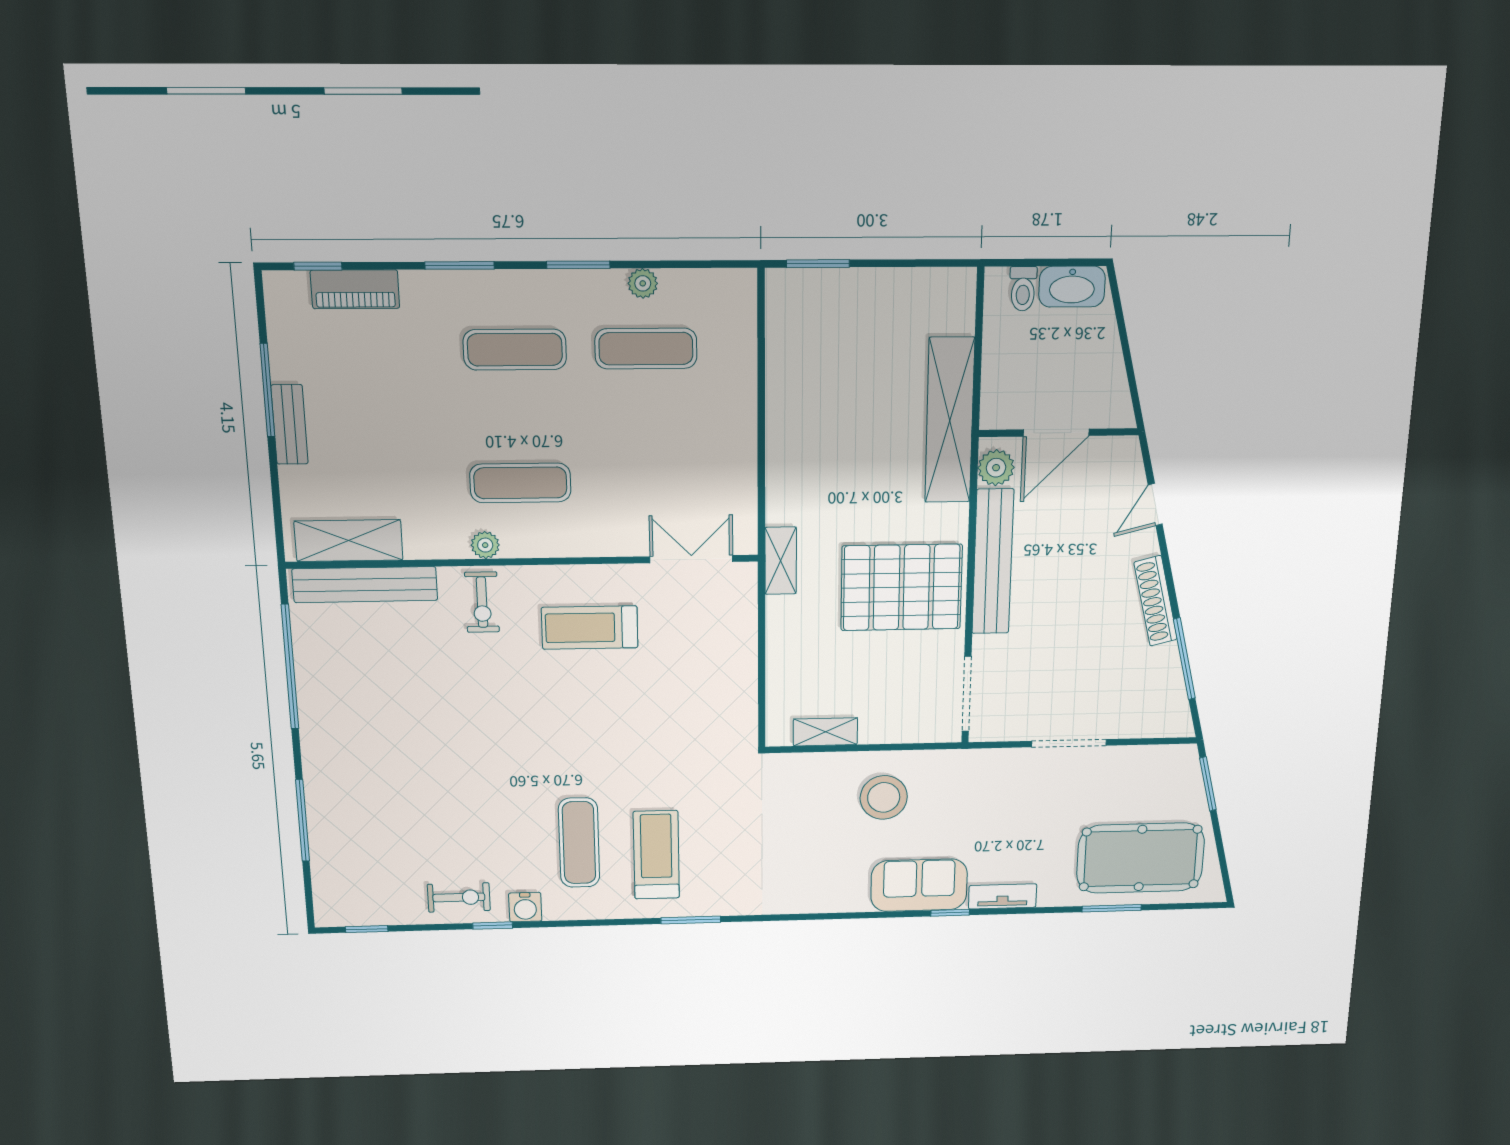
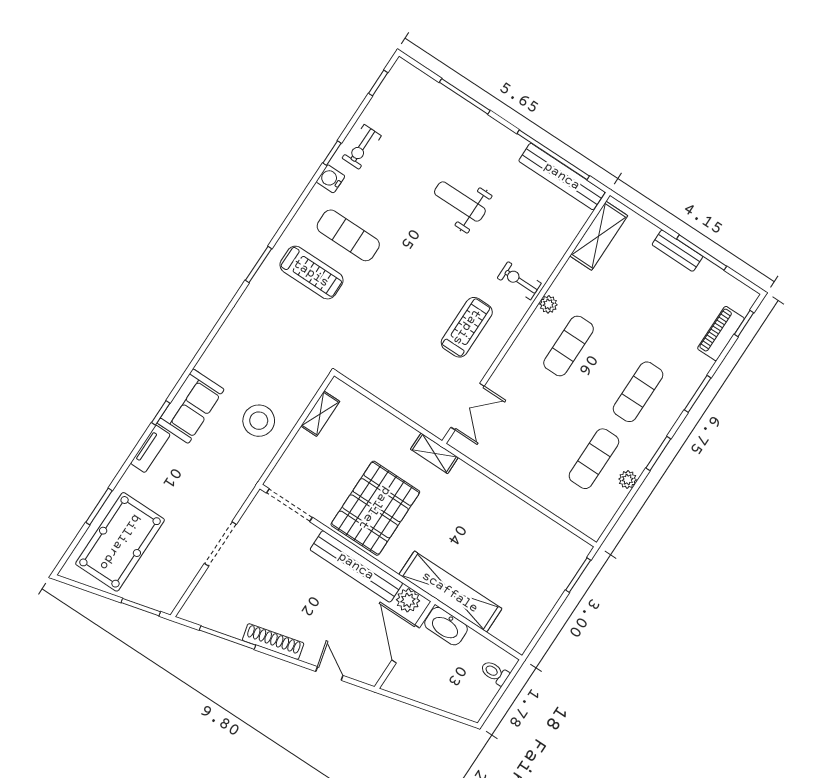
washbasin: (1072, 287) -> (446, 626), moved, turned -90
bench: (365, 585) -> (562, 176), moved, turned 90
weight bench: (437, 740) -> (460, 202), added

